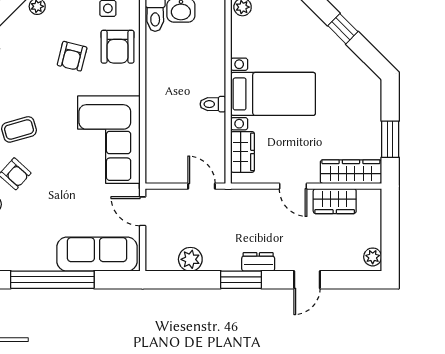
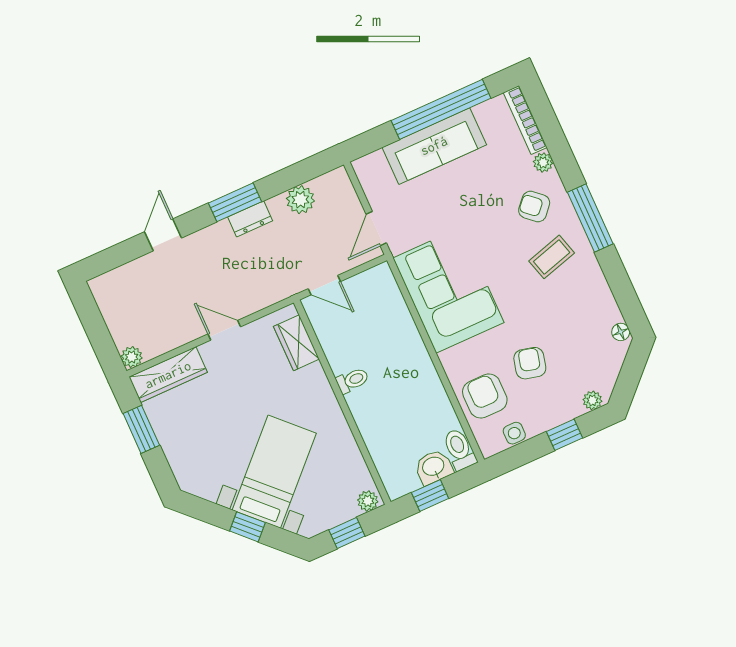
bed with nightstands: (273, 94) -> (274, 472), moved, turned 135
wardrobe: (335, 201) -> (171, 334), removed
door: (143, 211) -> (376, 229), swing flipped
sofa: (97, 254) -> (434, 146), moved
plant: (373, 257) -> (132, 357), moved
dresser: (258, 262) -> (250, 219), moved

